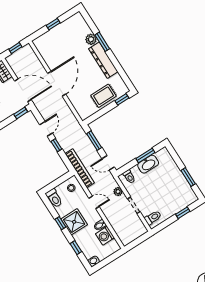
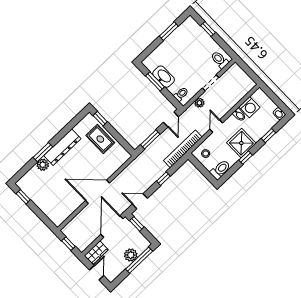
window: (53, 24) -> (23, 197), moved
door: (46, 129) -> (140, 201), moved

